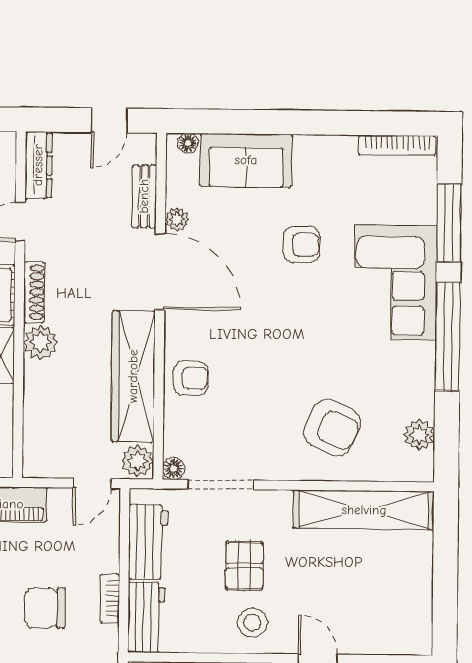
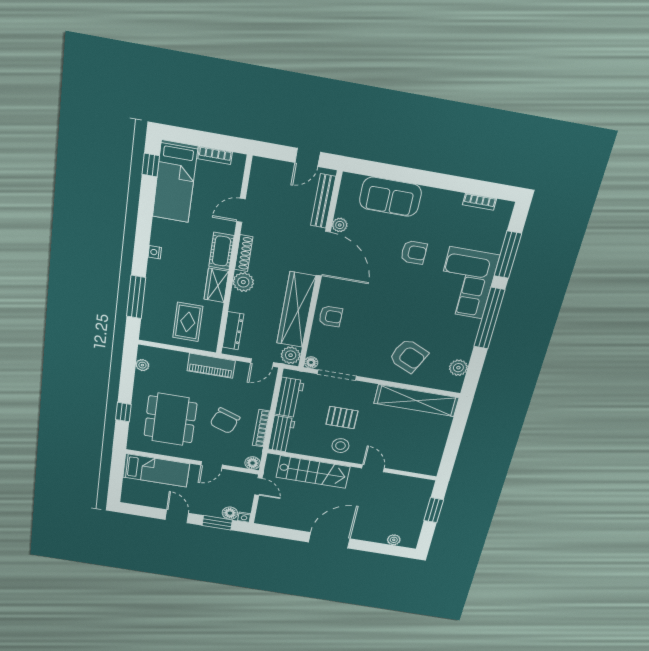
floor lamp: (188, 143) -> (356, 180), removed
bookcase: (397, 145) -> (480, 202), width x0.64
dresser: (38, 165) -> (233, 331), moved
bench: (144, 196) -> (323, 201), width x1.36
pallet: (244, 566) -> (342, 418), turned 90
bookcase: (110, 598) -> (261, 428), width x1.56
chair: (45, 608) -> (225, 421), turned -70

